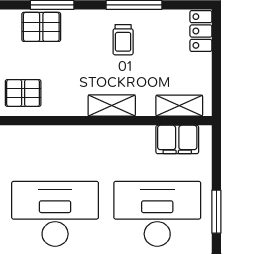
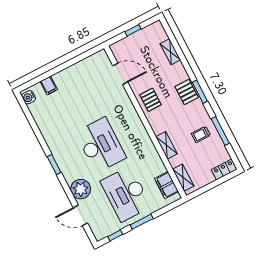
desk: (157, 214) -> (126, 194), turned 180

